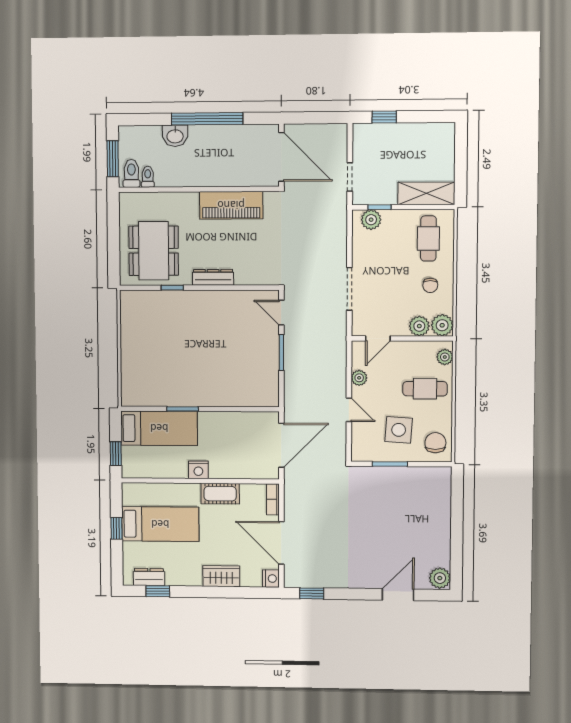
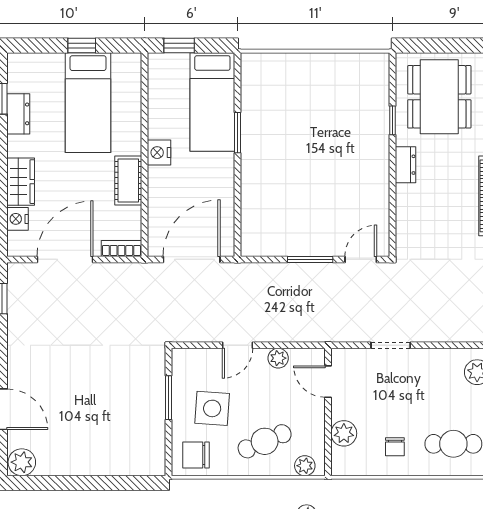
dining table: (154, 251) -> (439, 97), turned 90
dresser: (213, 277) -> (405, 165), width x0.70
chair: (430, 285) -> (395, 447), turned -90
doorway: (349, 289) -> (391, 345), width x0.73
plant: (442, 325) -> (345, 462), removed
cafe table: (425, 389) -> (265, 441), turned 67
chair: (435, 443) -> (196, 455), turned 180
door: (281, 445) -> (192, 259), swing flipped
dresser: (149, 577) -> (18, 114), moved
nightstand: (271, 579) -> (17, 219), moved, turned 90

